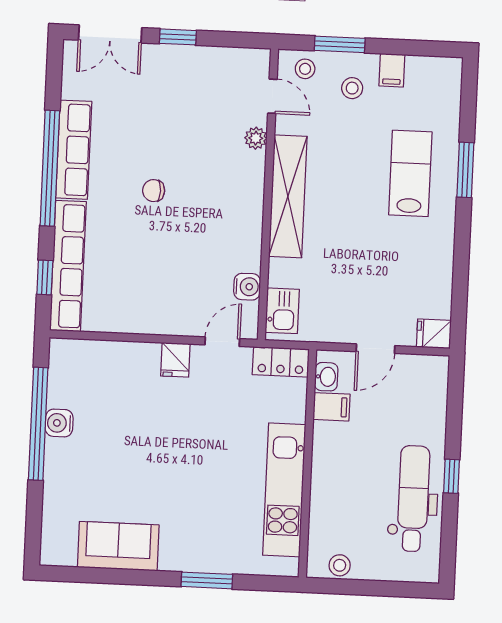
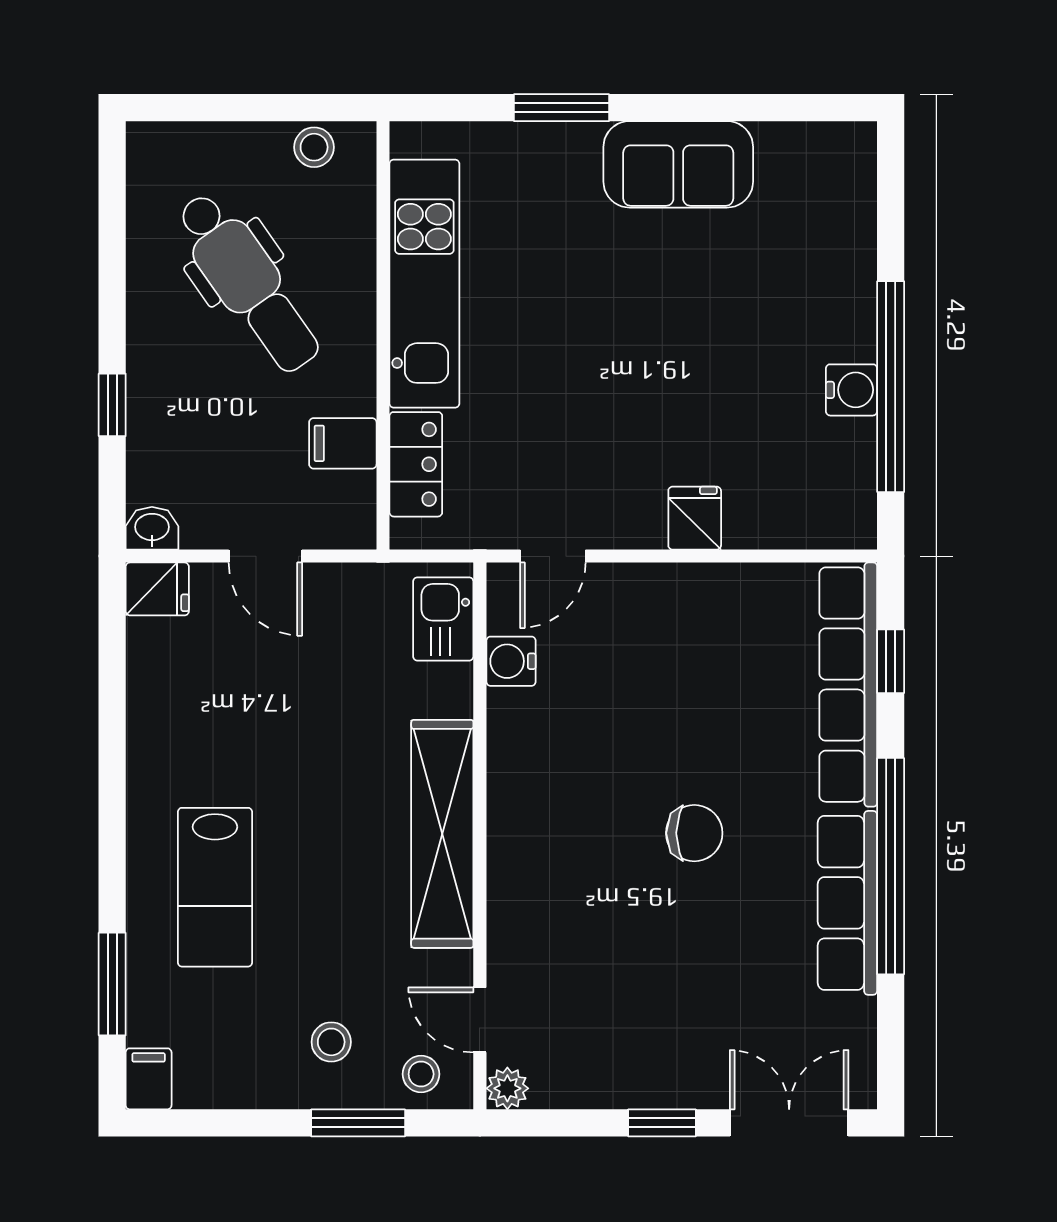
filing cabinet: (392, 70) -> (149, 1079), moved
plant: (256, 138) -> (507, 1088), moved
window: (465, 170) -> (112, 984), moved
chair: (154, 191) -> (694, 833), width x1.37, depth x1.37
door: (375, 349) -> (265, 556), swing flipped
fridge: (175, 360) -> (695, 518), moved
locker: (281, 362) -> (416, 464), moved, turned 90
washbasin: (326, 377) -> (152, 528), moved, turned 90
window: (451, 476) -> (112, 405), moved
dental chair: (413, 499) -> (248, 282), moved, turned -35
sofa: (118, 546) -> (678, 164), moved

